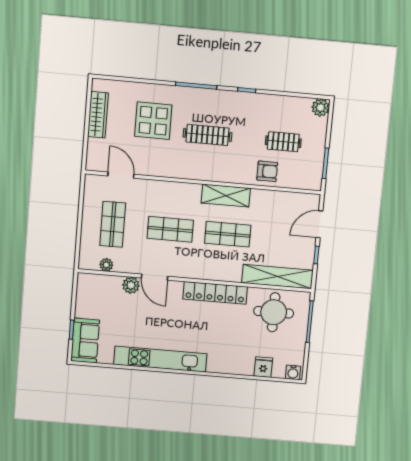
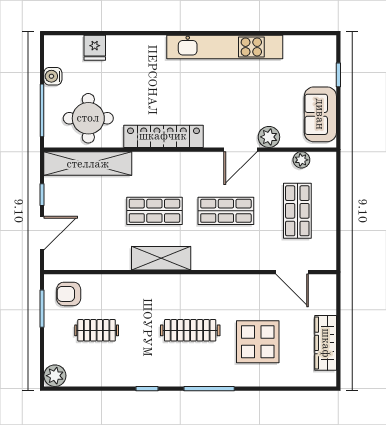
armchair: (267, 171) -> (69, 294), moved
door: (155, 277) -> (240, 150), swing flipped
sofa: (85, 340) -> (320, 114), moved
water cooler: (293, 372) -> (53, 76), moved, turned -90

